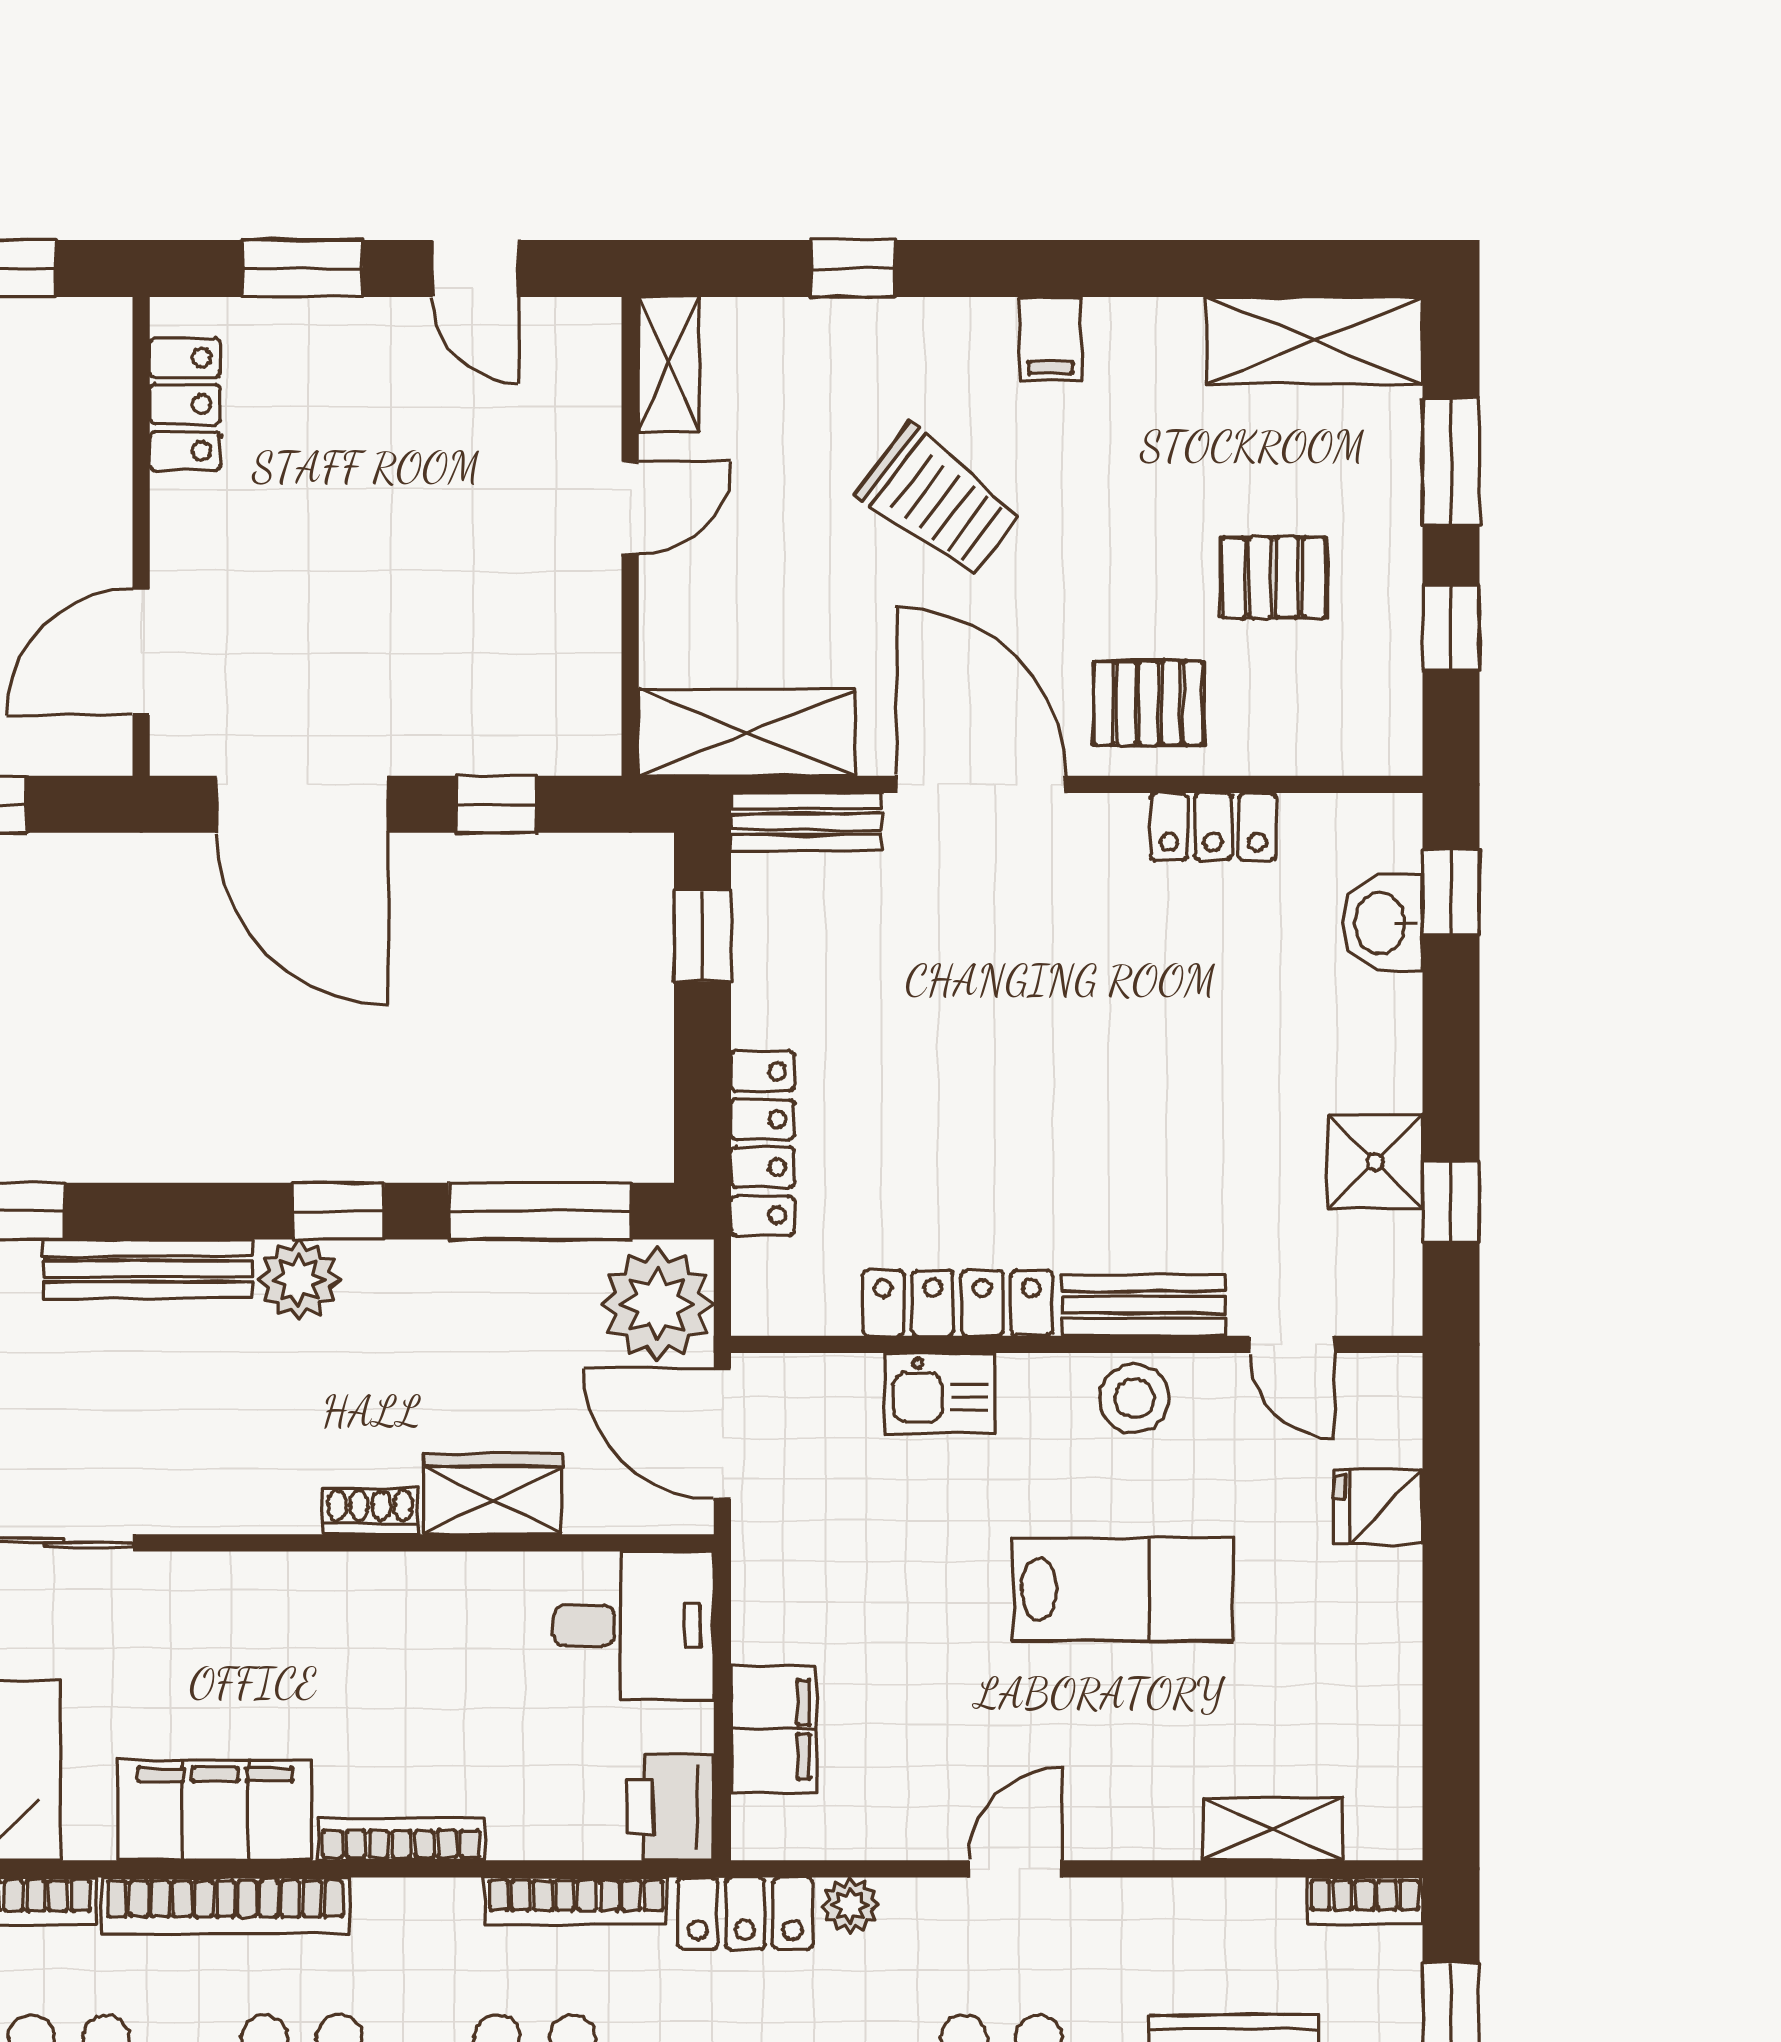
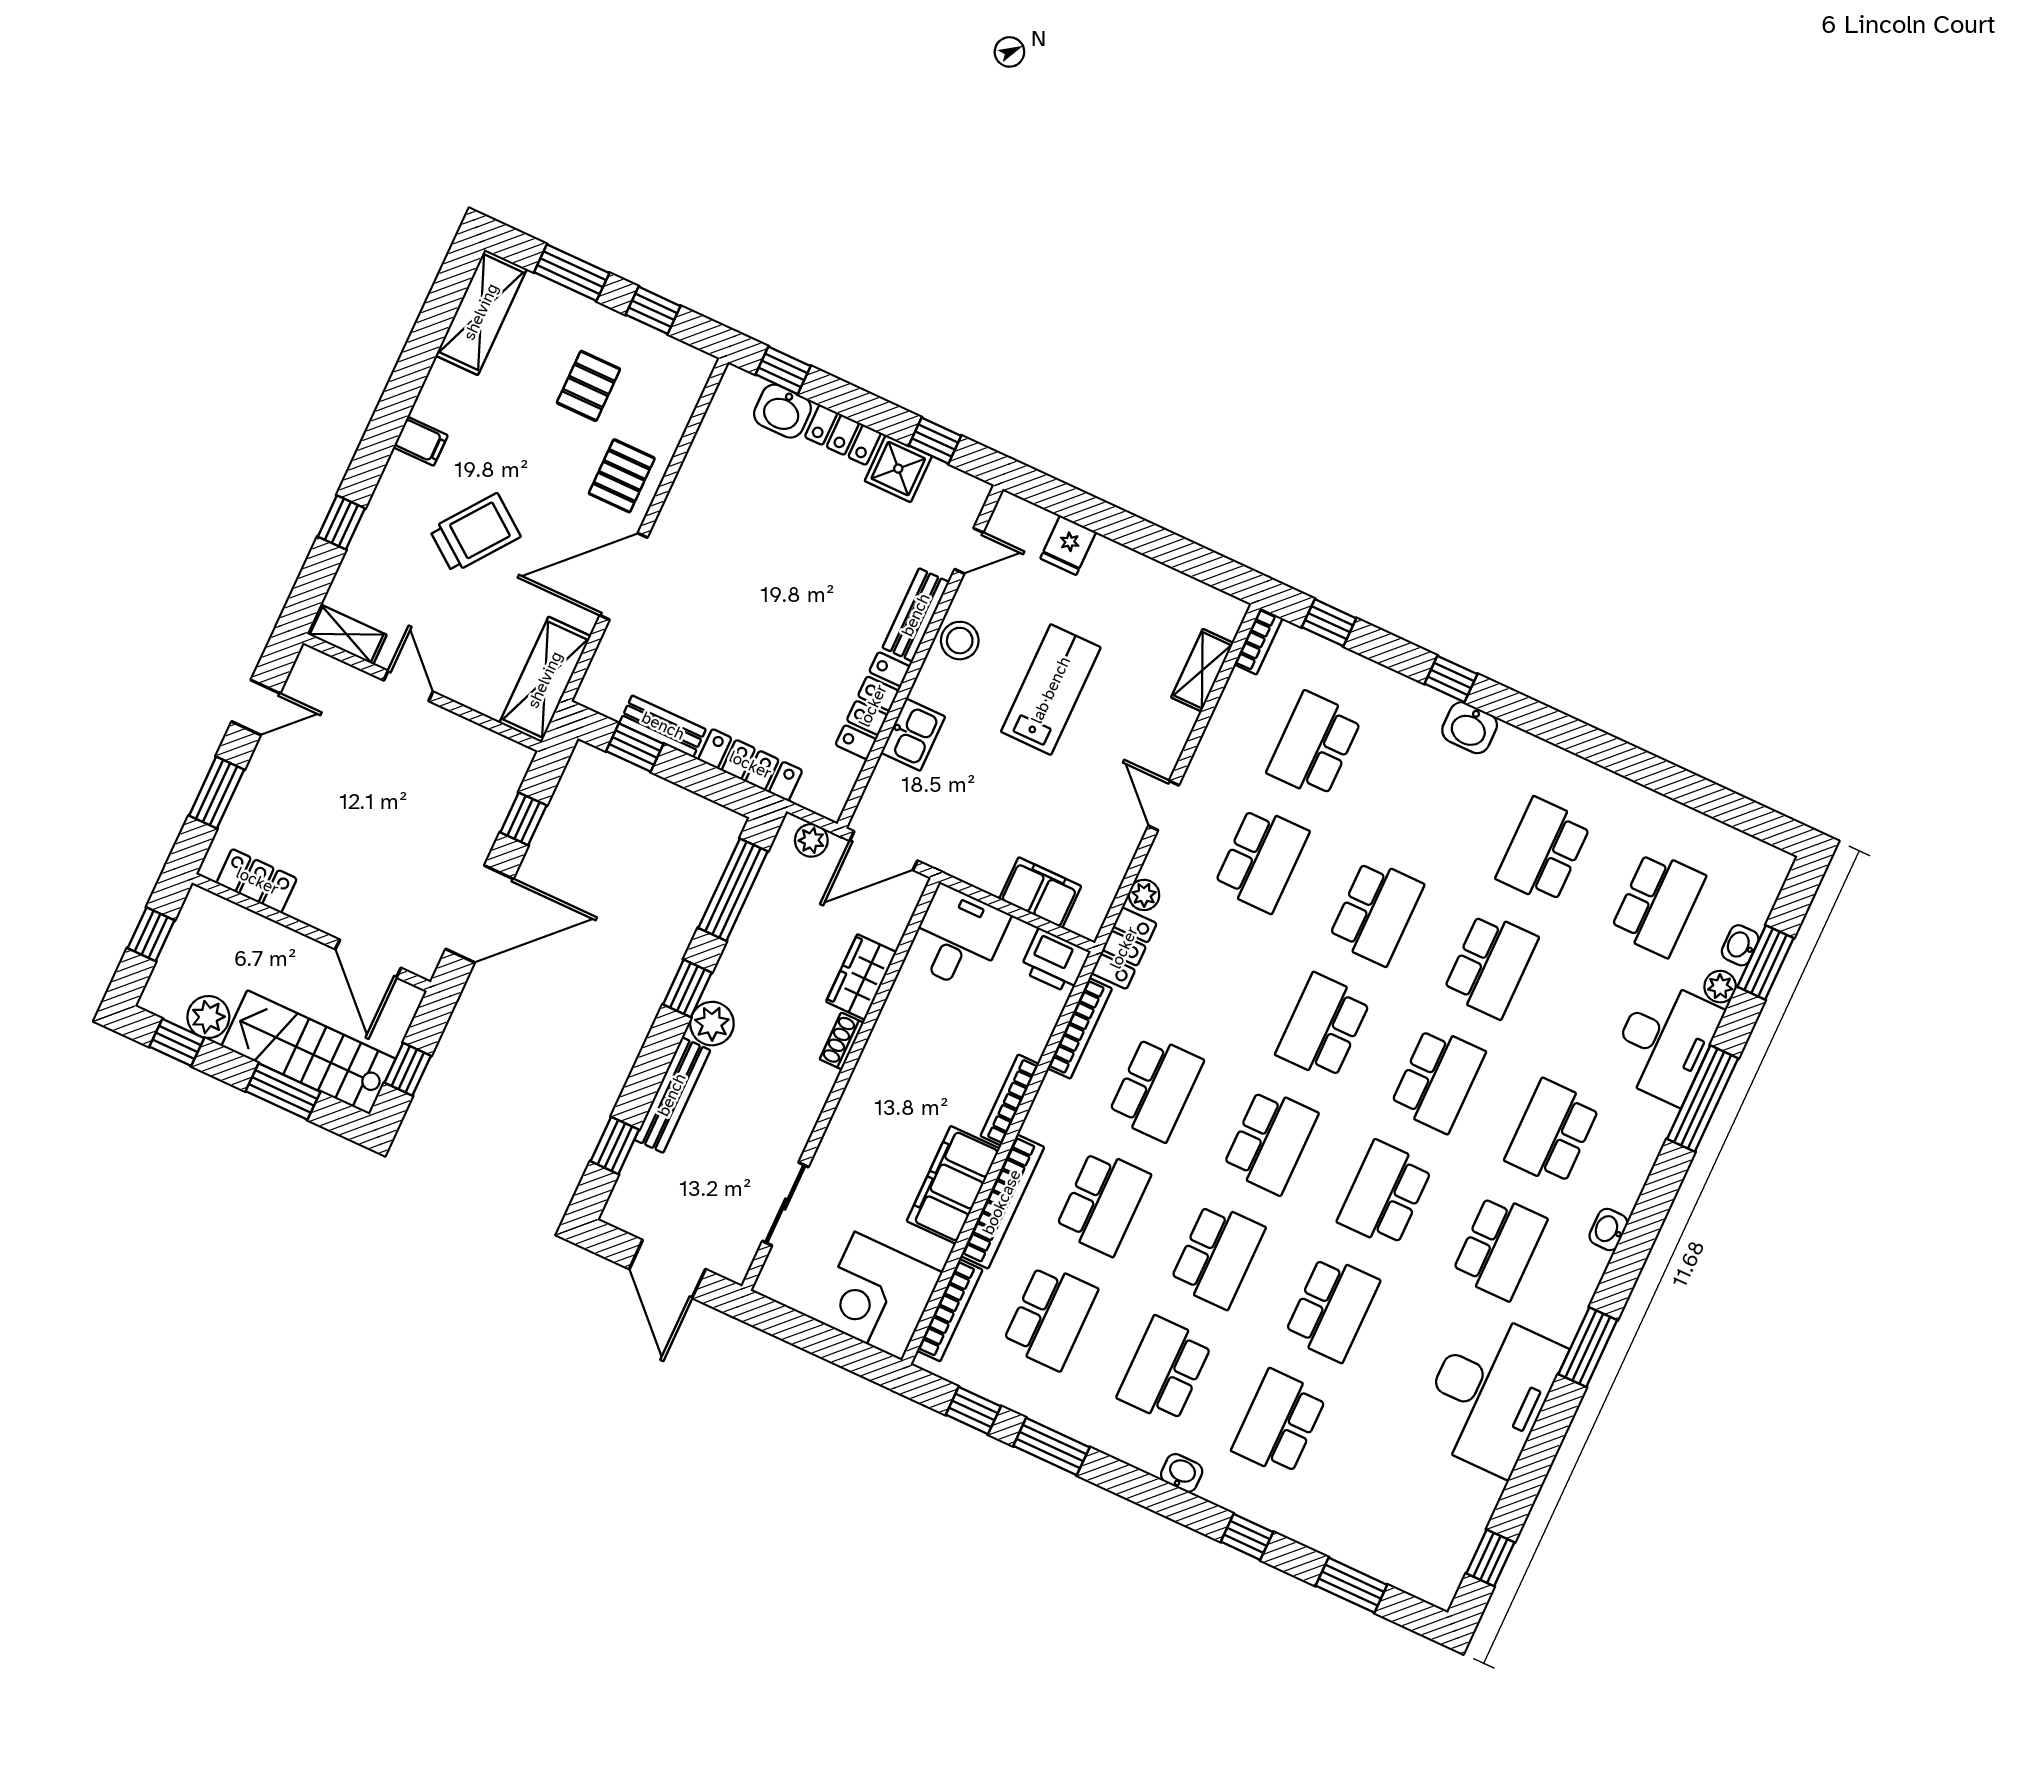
bench: (806, 822) -> (663, 726), moved, turned 90
locker: (1213, 826) -> (843, 435), moved, turned 90
plant: (657, 1304) -> (811, 840), width x0.53, depth x0.53

